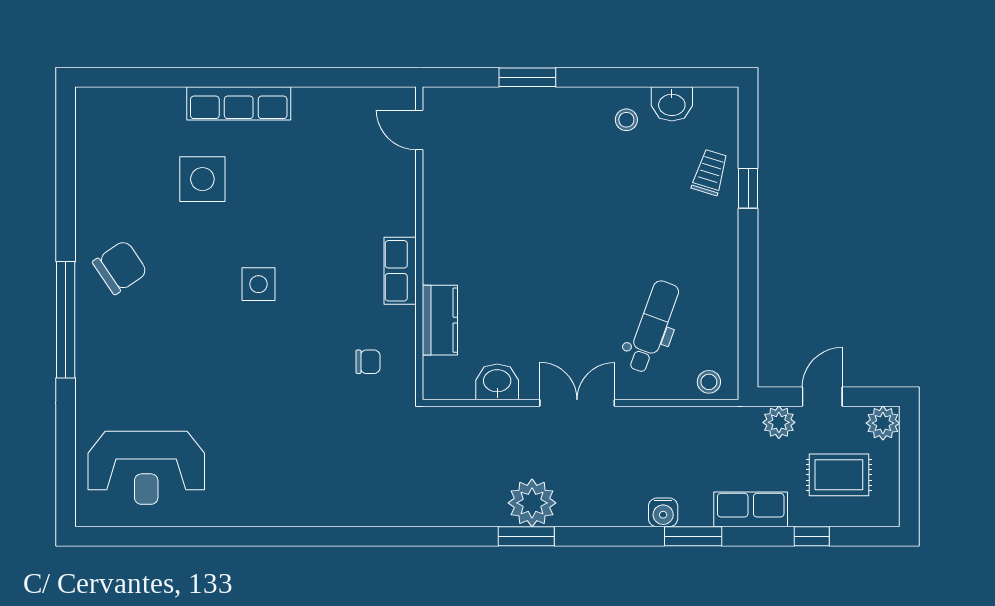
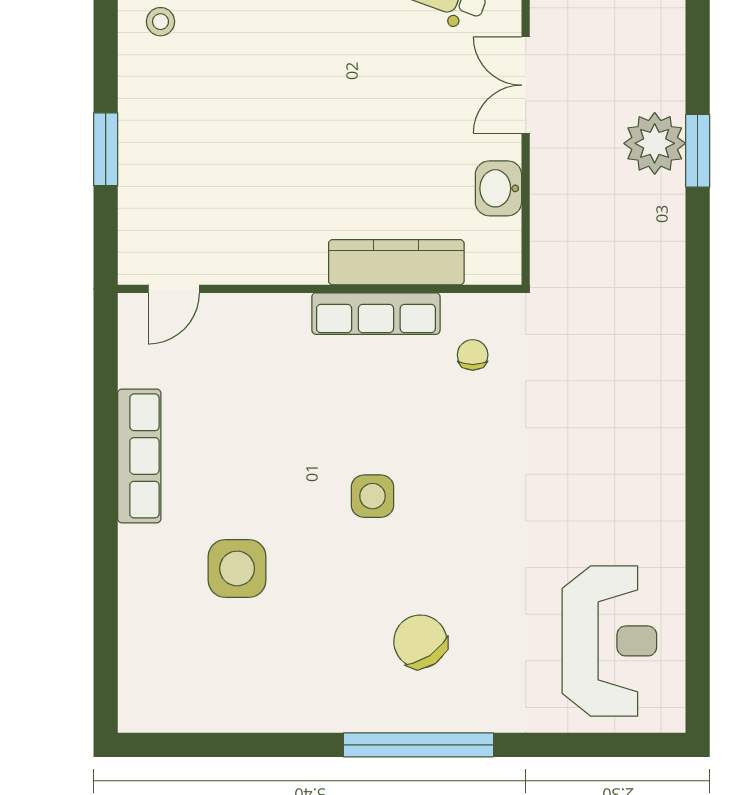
row of seats: (239, 103) -> (139, 456), moved
chair: (120, 267) -> (420, 642), moved
row of seats: (400, 271) -> (376, 314), width x1.48
kitchen counter: (440, 320) -> (396, 262), width x1.50

